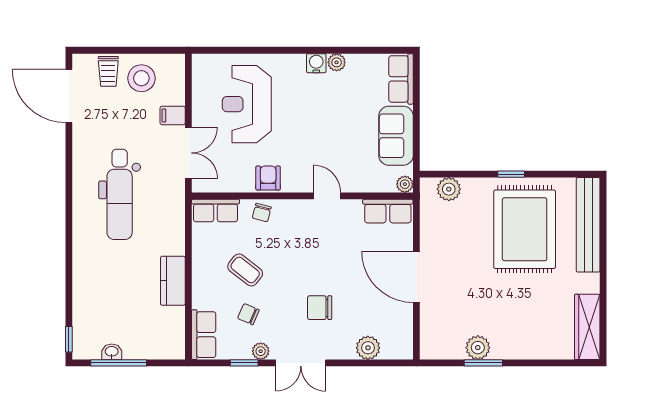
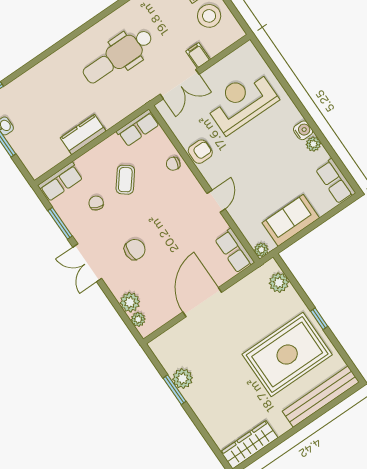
row of seats: (401, 79) -> (336, 181), moved, turned -90
row of seats: (216, 210) -> (138, 128), moved, turned -90
chair: (320, 308) -> (135, 249), turned 90
plant: (261, 351) -> (138, 319), moved
window: (244, 363) -> (60, 223), width x1.50

